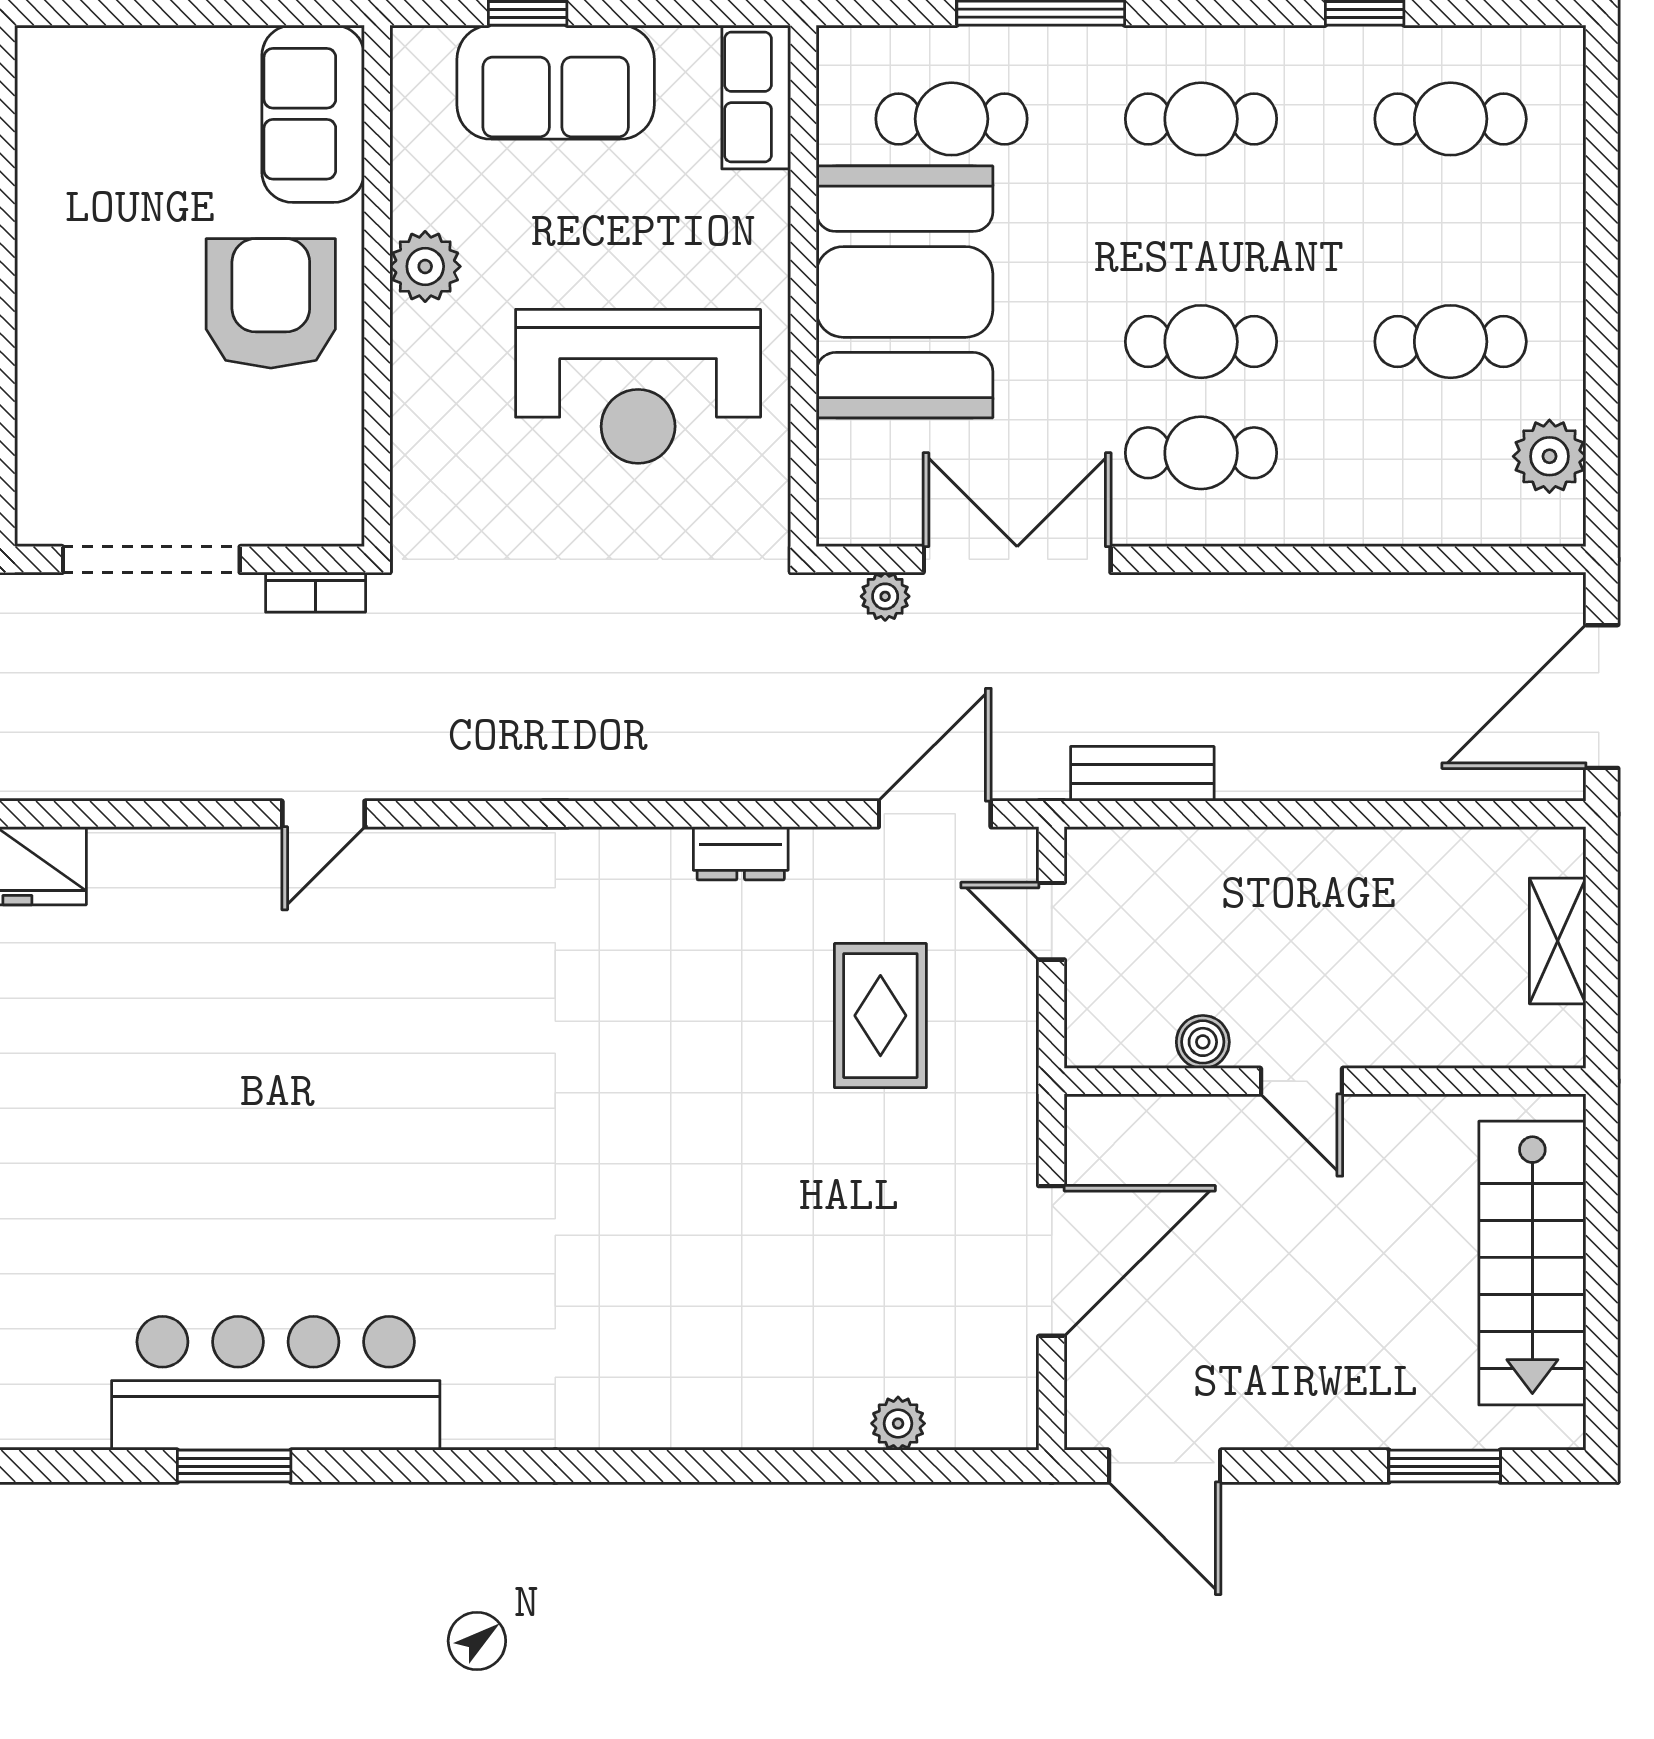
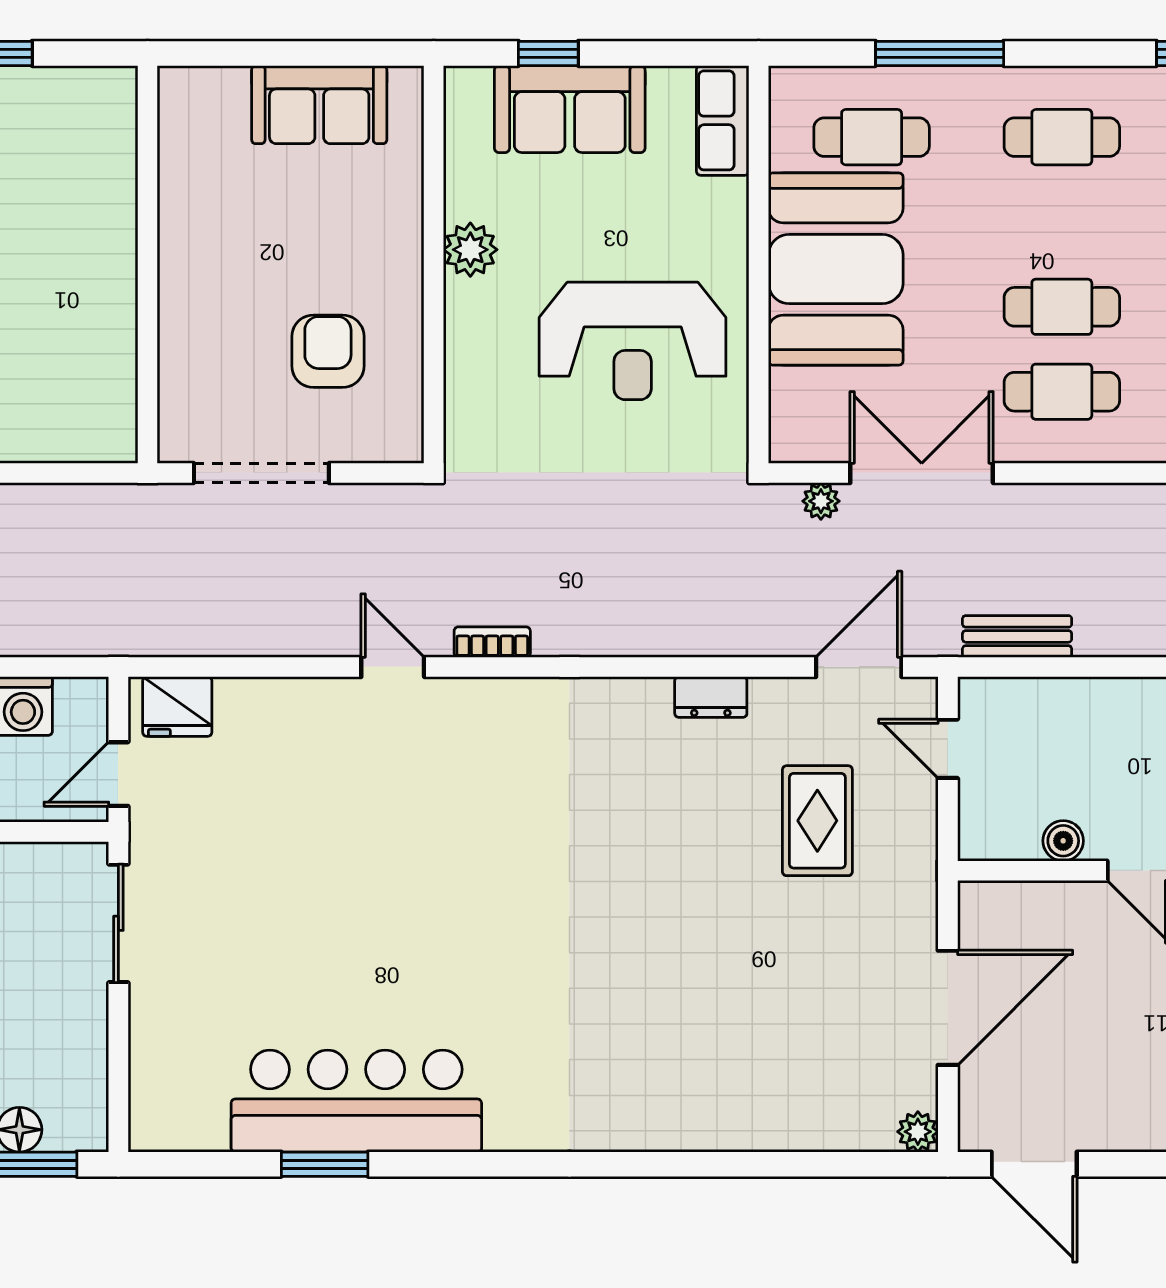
sofa: (313, 114) -> (319, 105), moved, turned -90
armchair: (271, 303) -> (328, 351), moved, width x0.73, depth x0.73
bookcase: (316, 592) -> (492, 642), moved, turned 180
door: (323, 814) -> (393, 667), swing flipped
plant: (898, 1423) -> (918, 1132), moved

